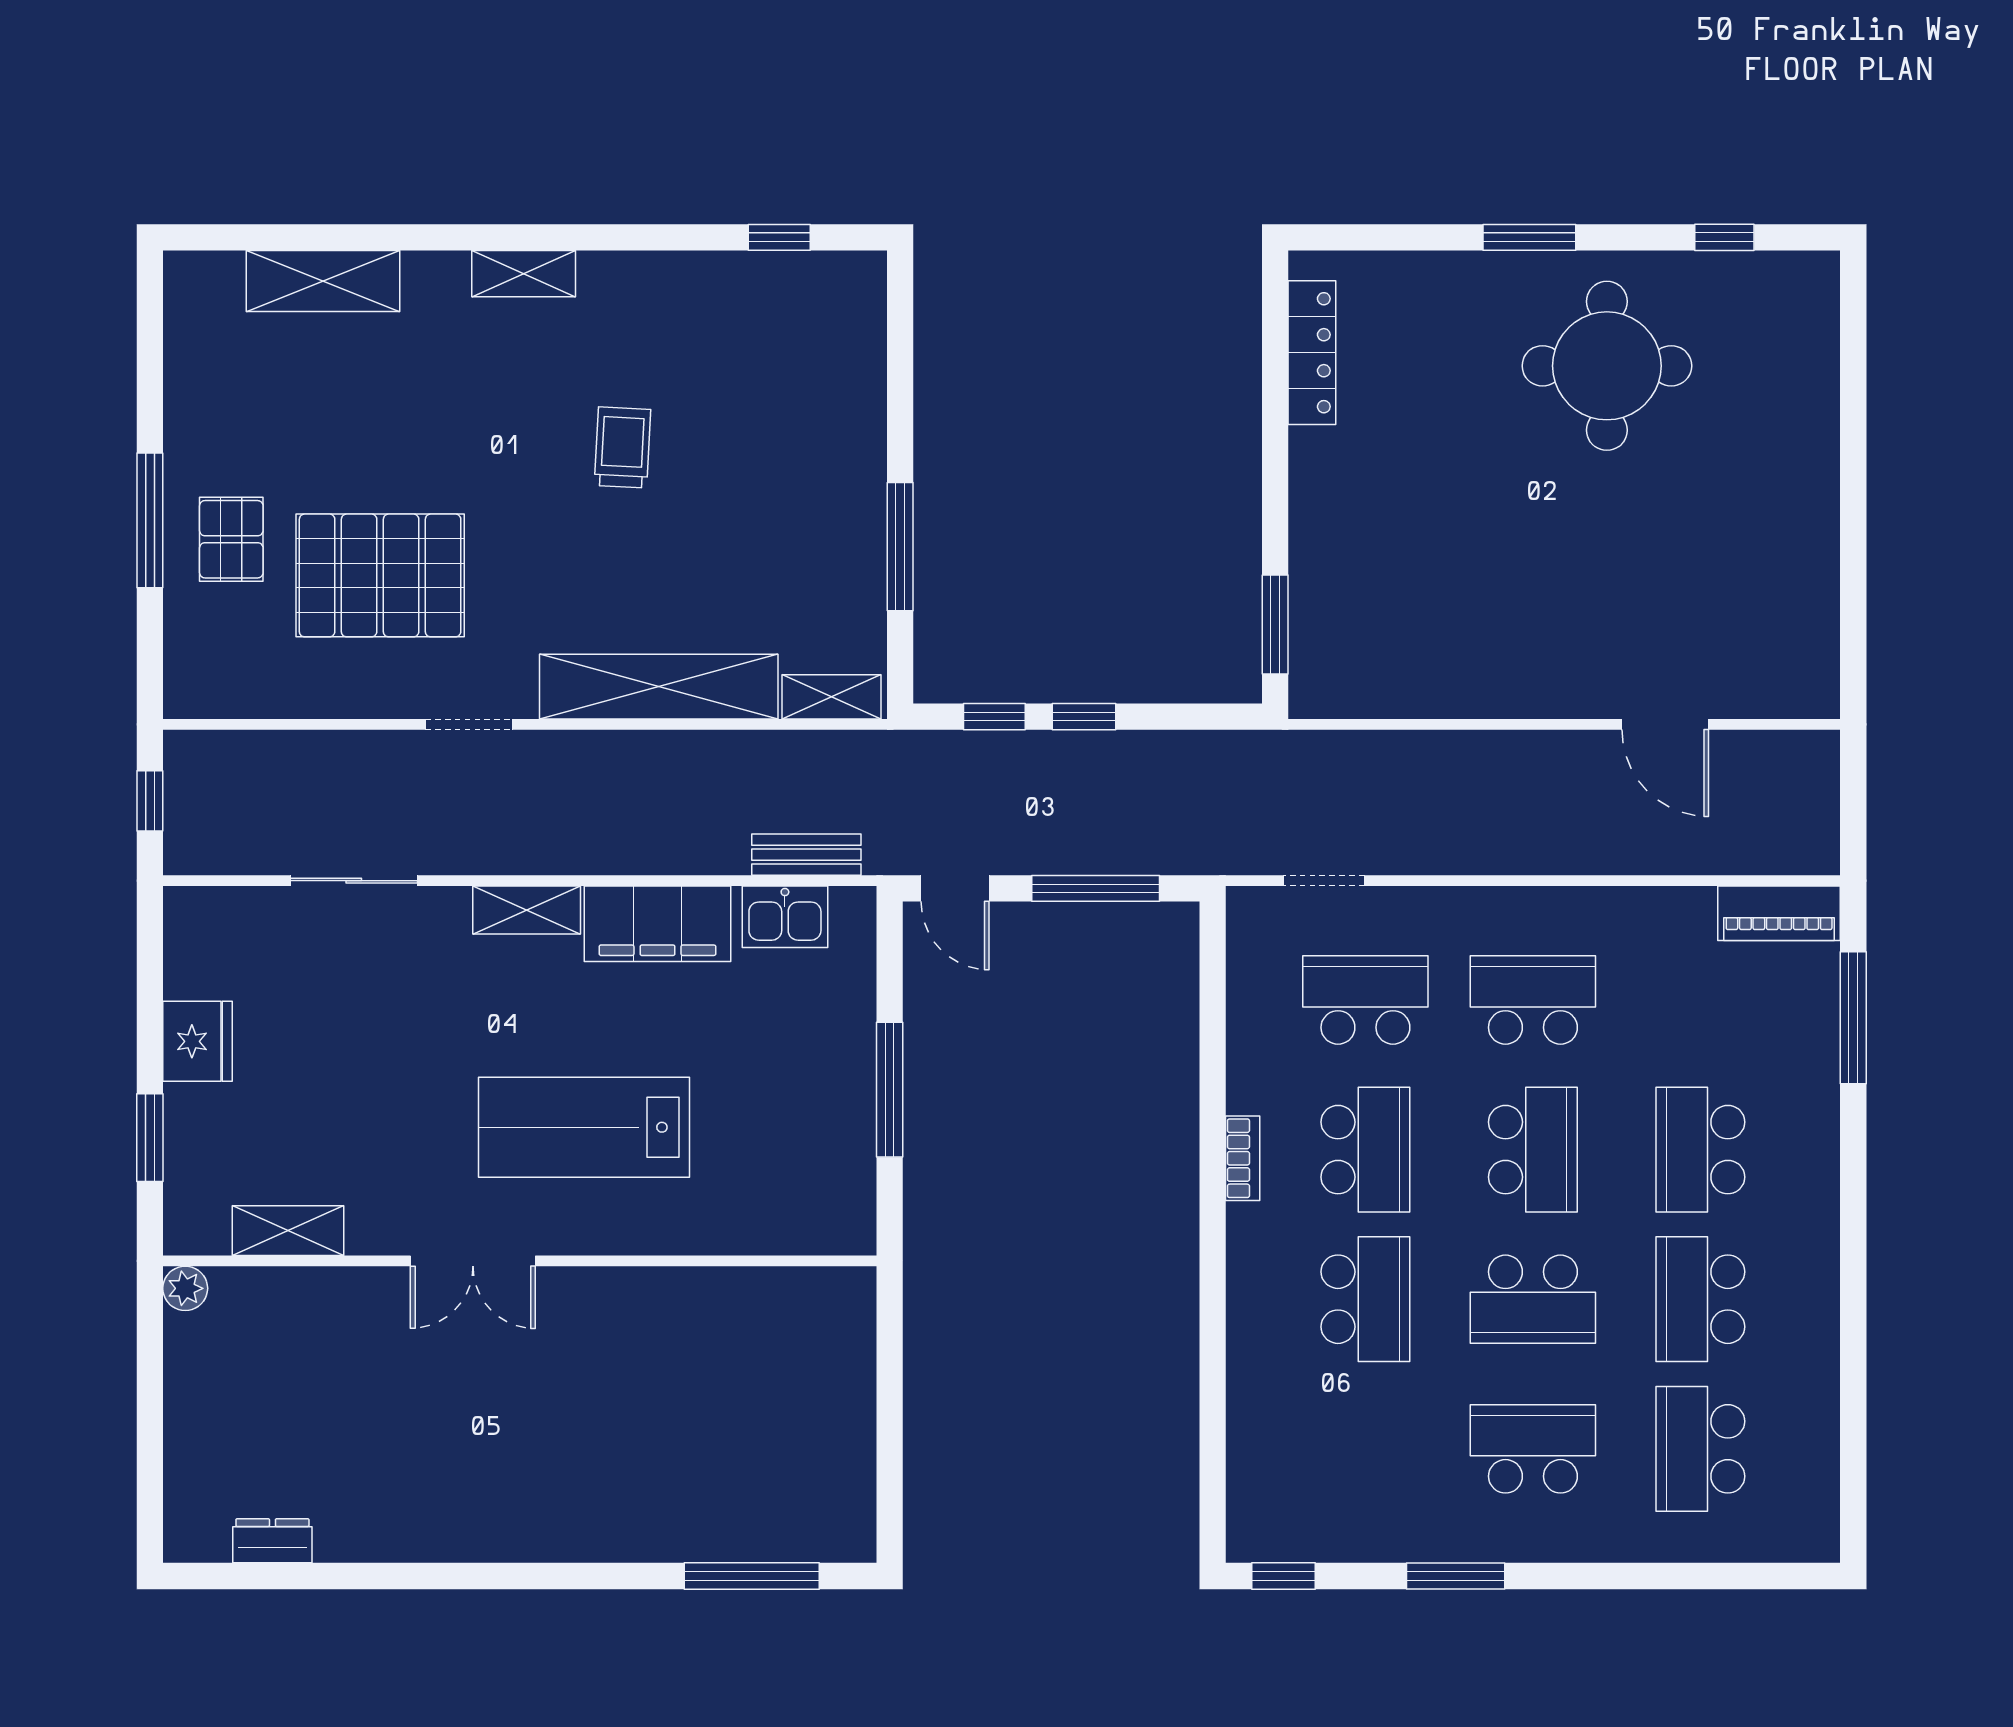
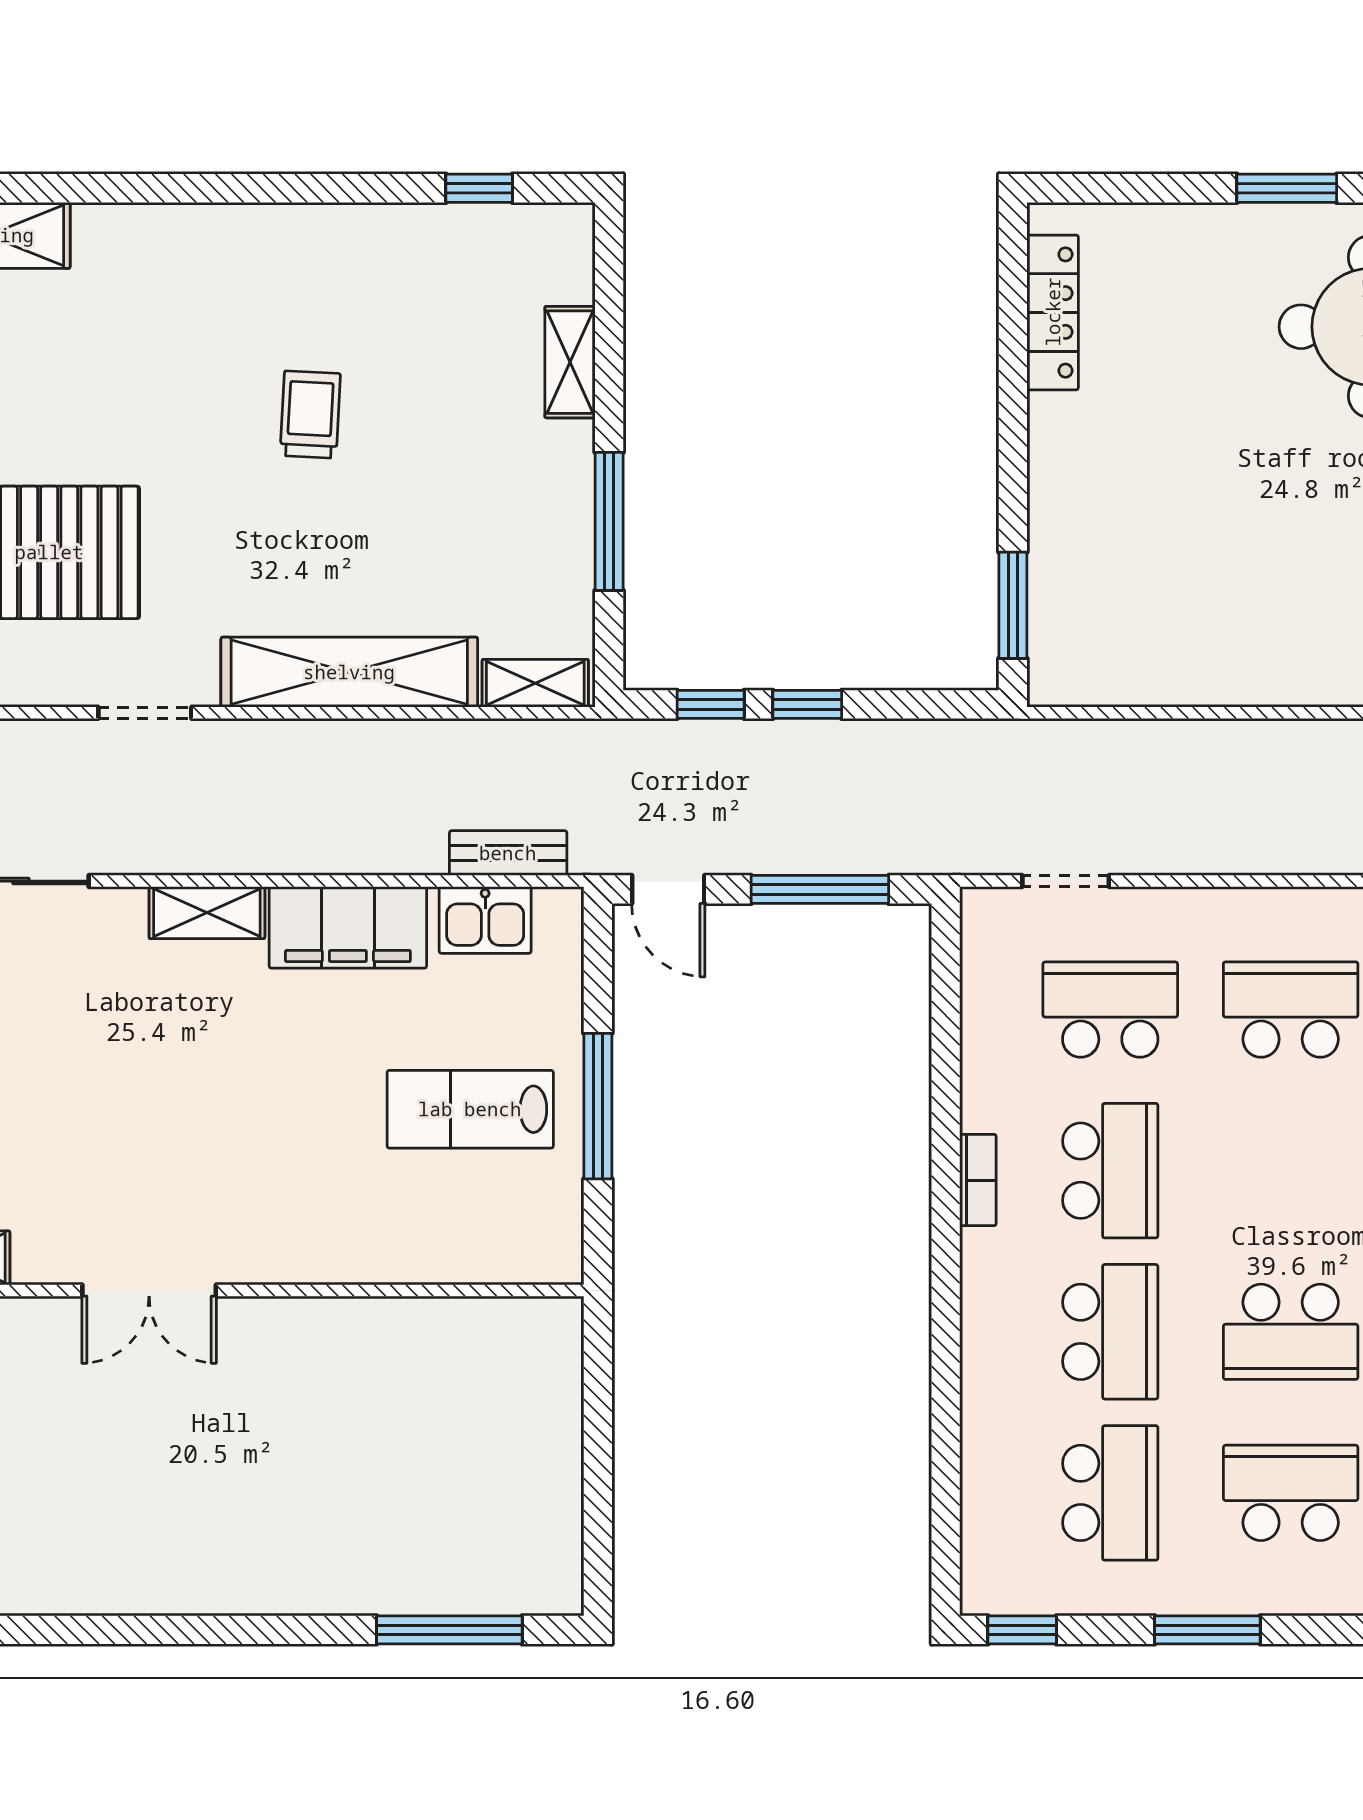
shelving: (524, 274) -> (570, 362), moved, turned 90
lab bench: (584, 1127) -> (470, 1109), moved, width x0.73, depth x0.72
school desk: (1533, 1150) -> (1110, 1493), moved

